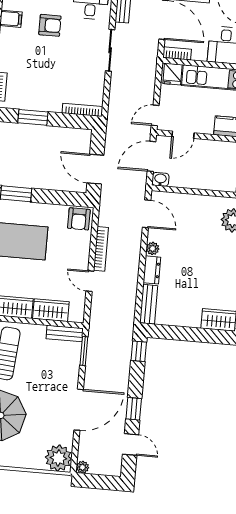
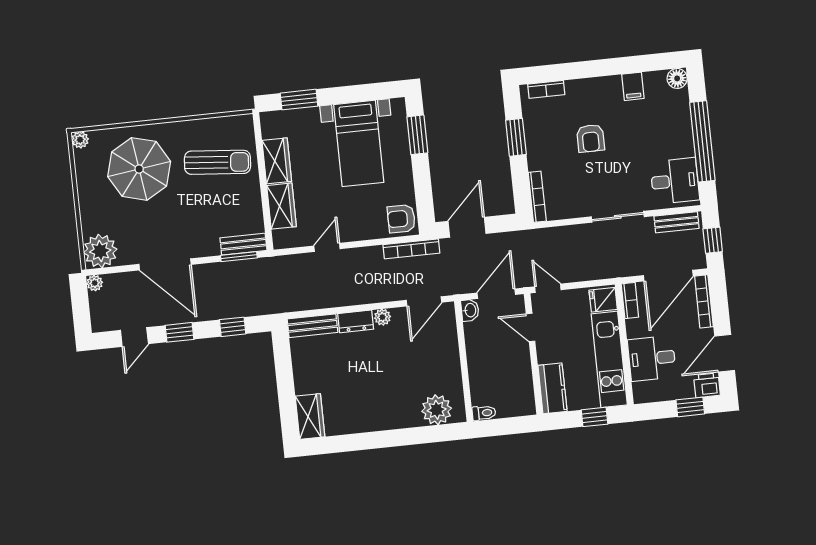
armchair: (50, 25) -> (591, 138), moved
door: (152, 156) -> (496, 294), hinge flipped
bookcase: (101, 249) -> (411, 249), moved
bench: (65, 333) -> (243, 244), moved, turned 90
window: (139, 351) -> (233, 327), moved

